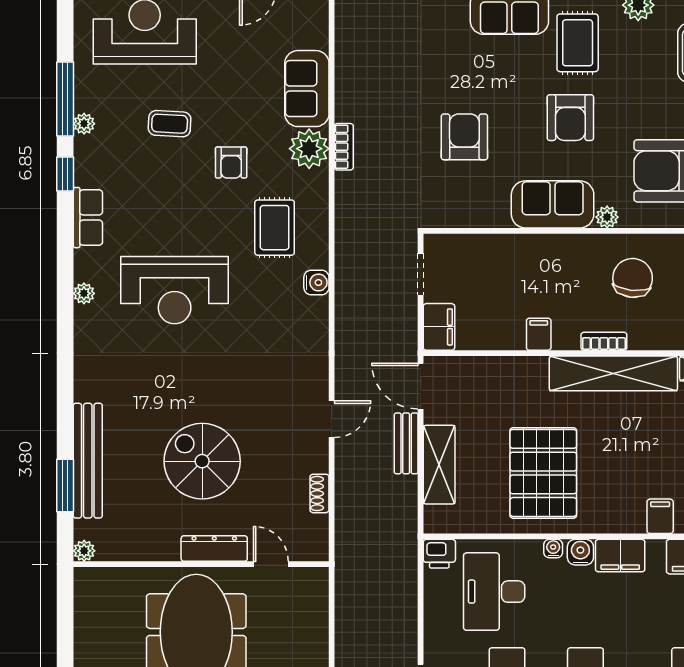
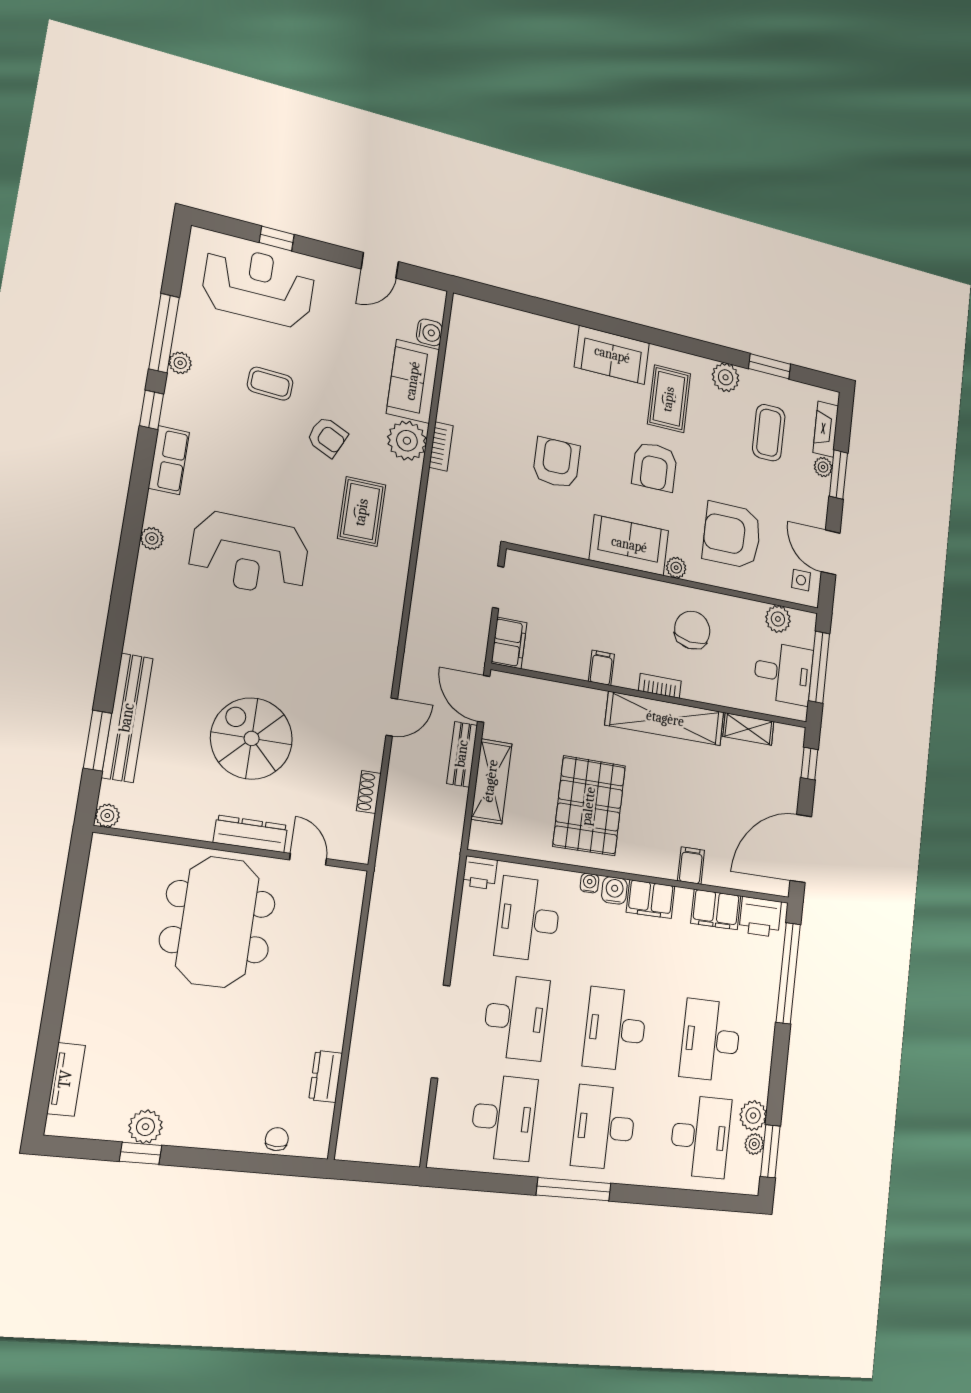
armchair: (231, 162) -> (327, 437), turned -65
water cooler: (316, 282) -> (429, 332), moved

